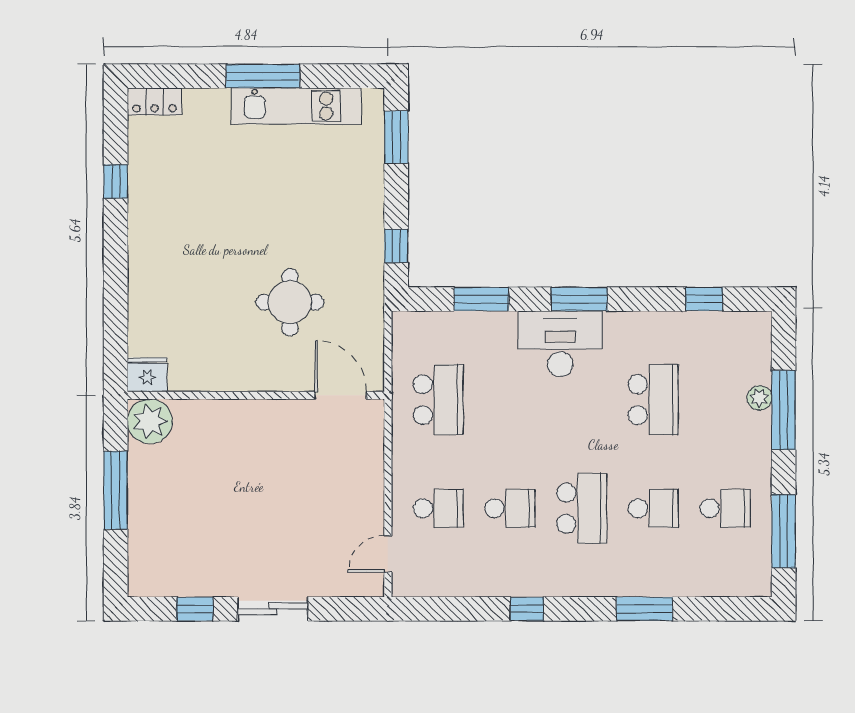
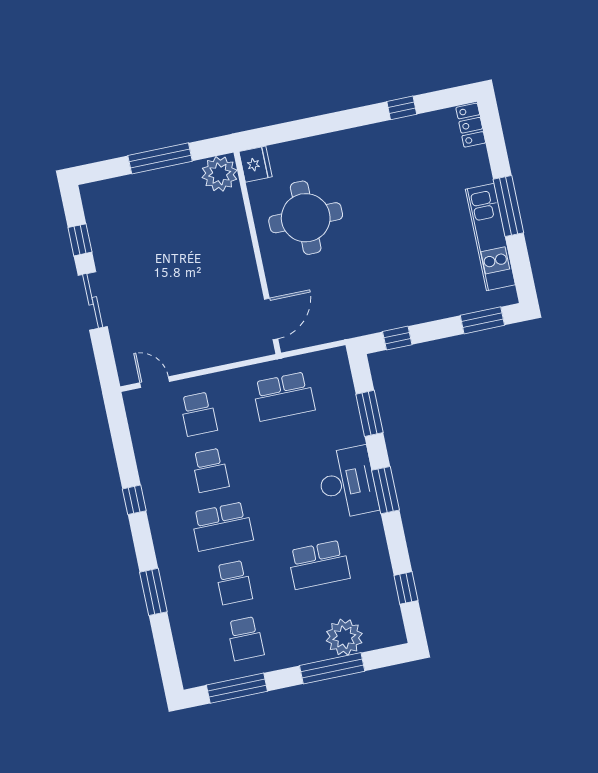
round table: (290, 302) -> (306, 218), moved, width x1.36, depth x1.36
plant: (759, 398) -> (344, 637), width x1.88, depth x1.88

